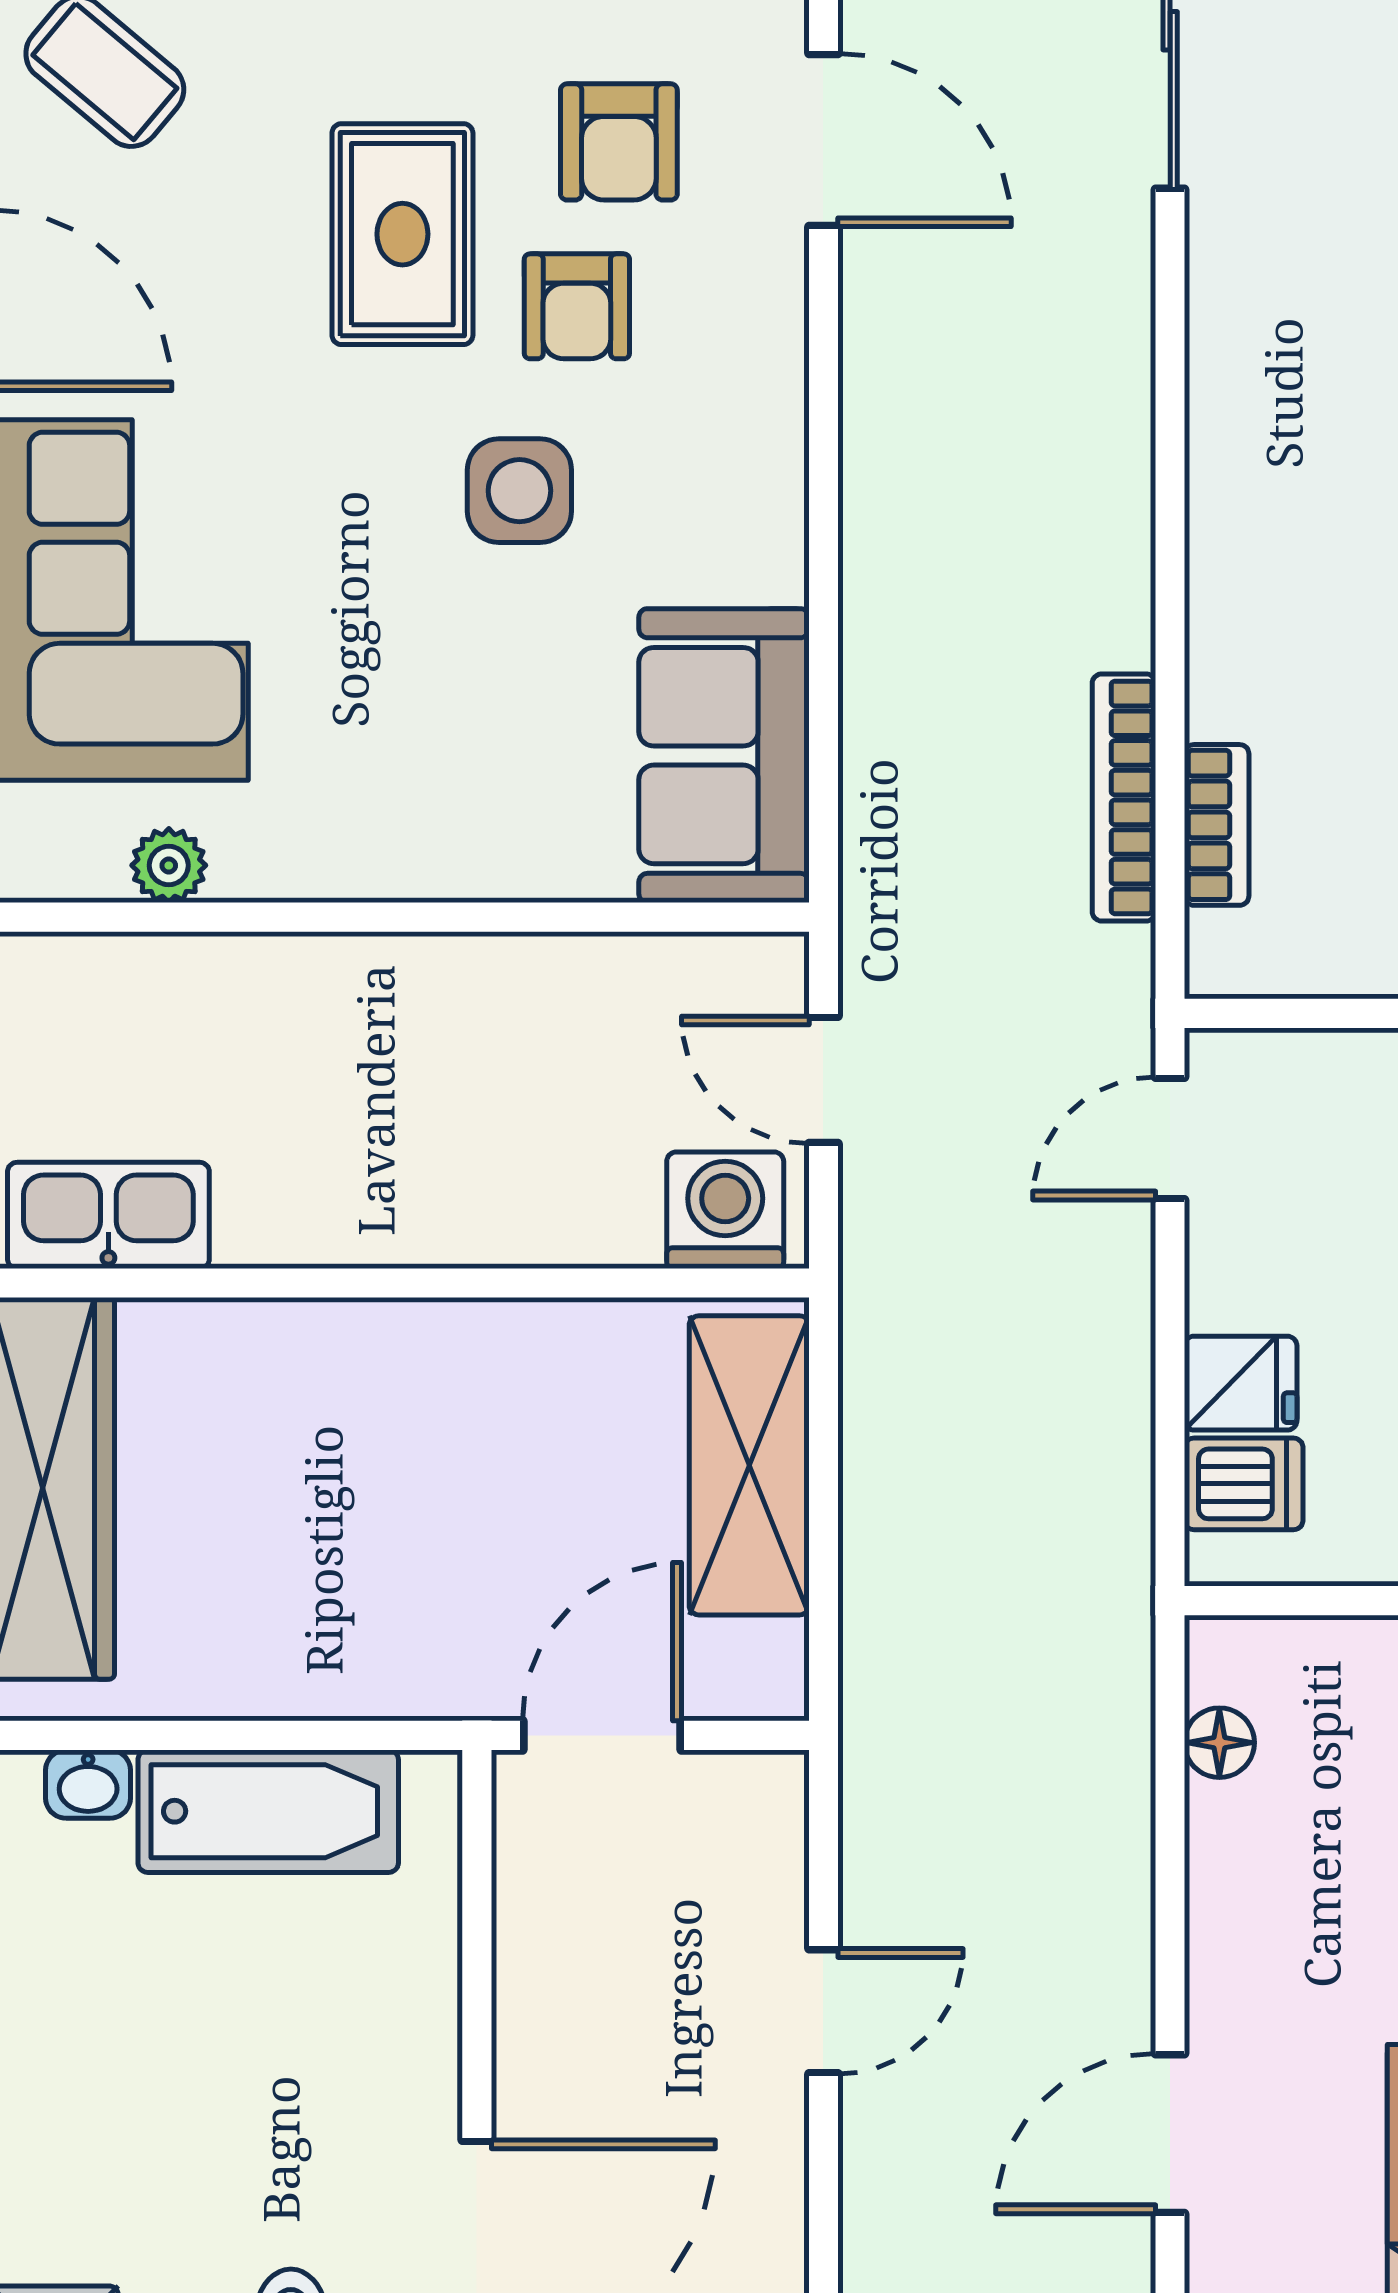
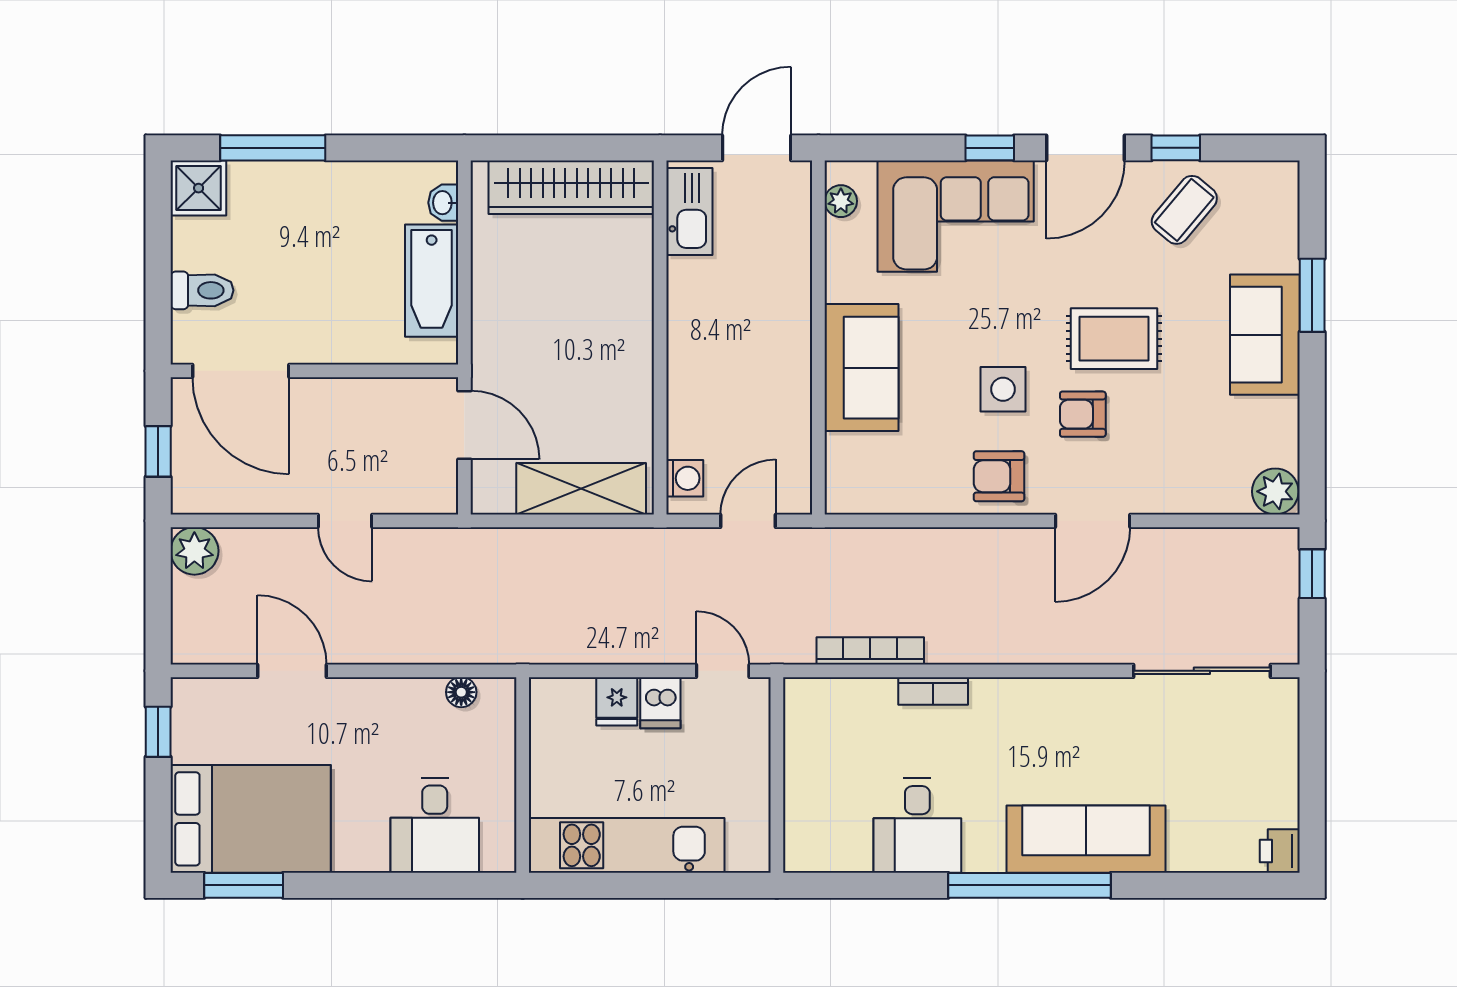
door: (823, 140) -> (1093, 521), moved
armchair: (619, 142) -> (999, 476), moved
sofa: (724, 756) -> (862, 368), moved, turned 90
bookcase: (1217, 825) -> (933, 691), moved
plant: (169, 865) -> (841, 201), moved
washing machine: (725, 1210) -> (685, 478), width x0.73, depth x0.73
dishwasher: (1244, 1484) -> (660, 703), moved

